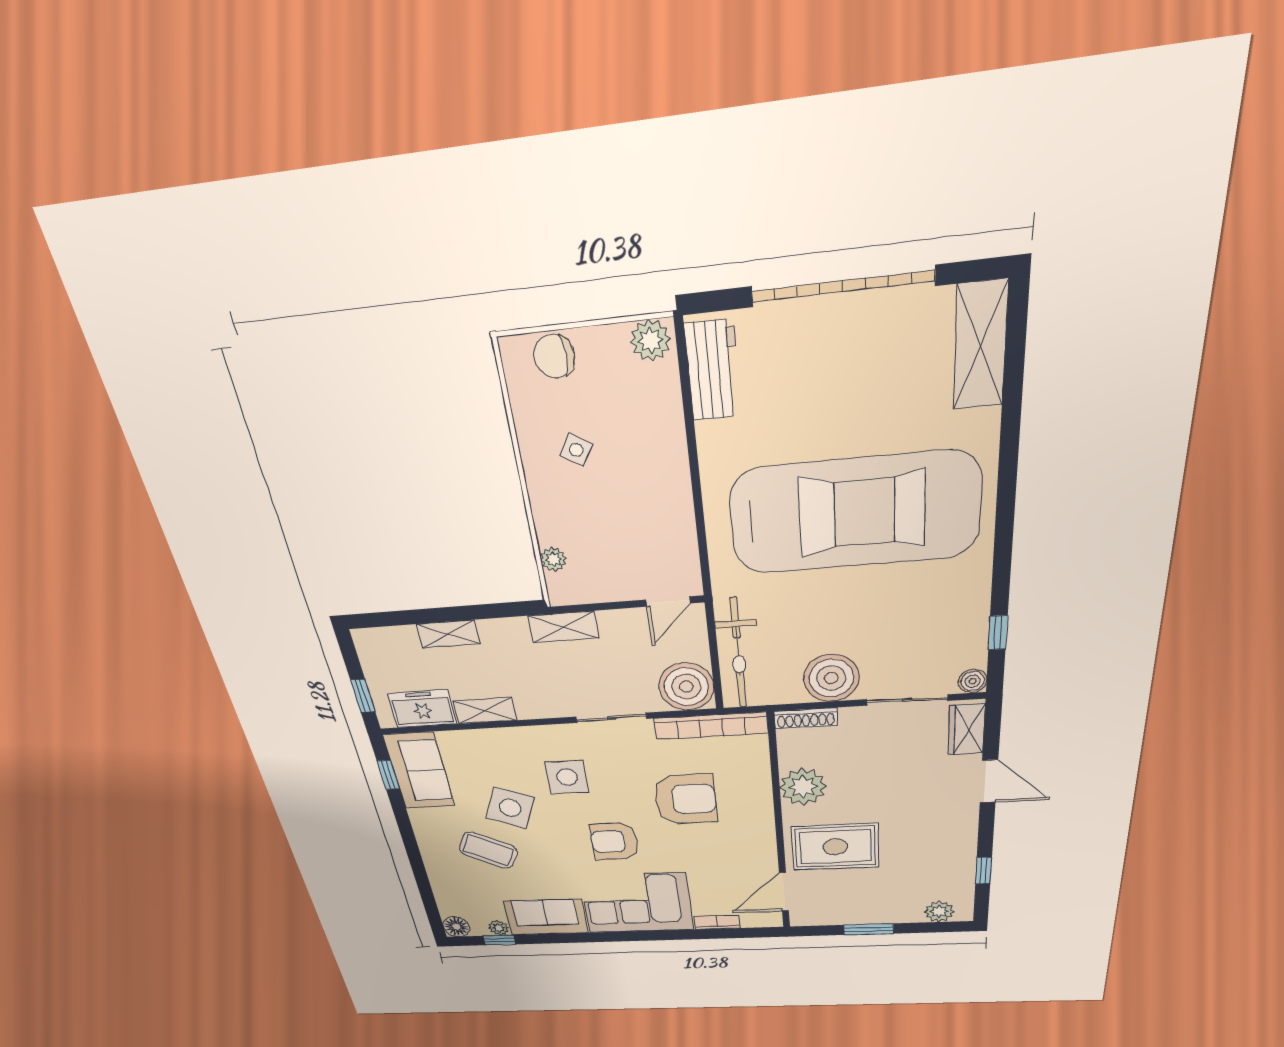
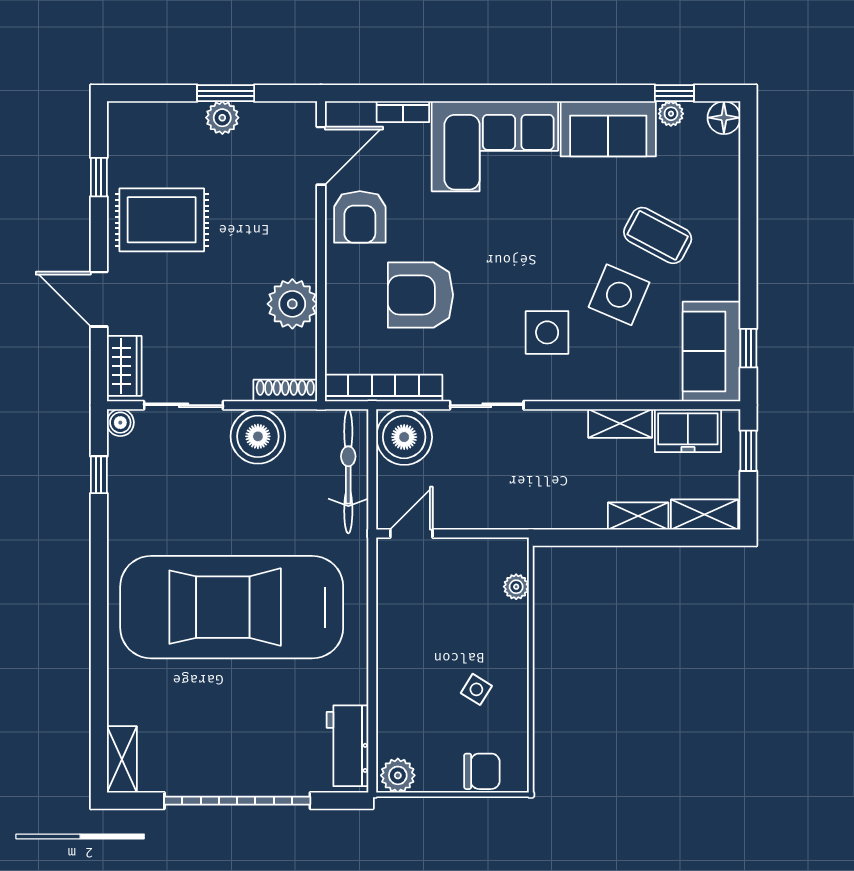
shelving: (980, 346) -> (122, 759), width x0.67, depth x0.75
shelving: (564, 627) -> (705, 515), moved
armchair: (615, 841) -> (360, 217), moved, turned 90
rug: (835, 847) -> (162, 220), moved
plant: (939, 912) -> (222, 118), moved

